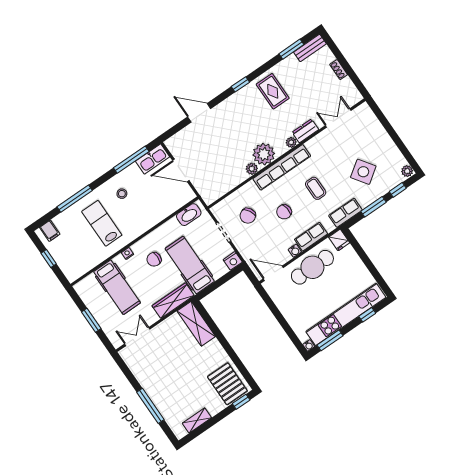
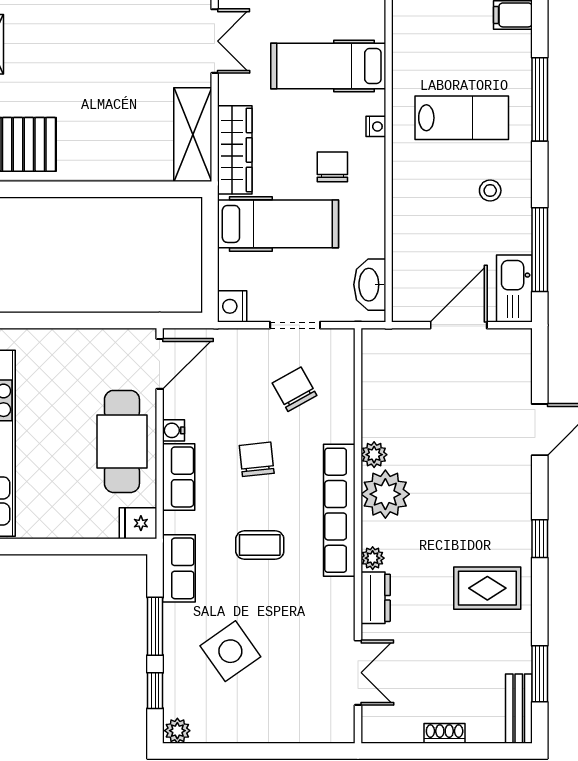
shelving: (196, 324) -> (193, 135), moved, turned 90

